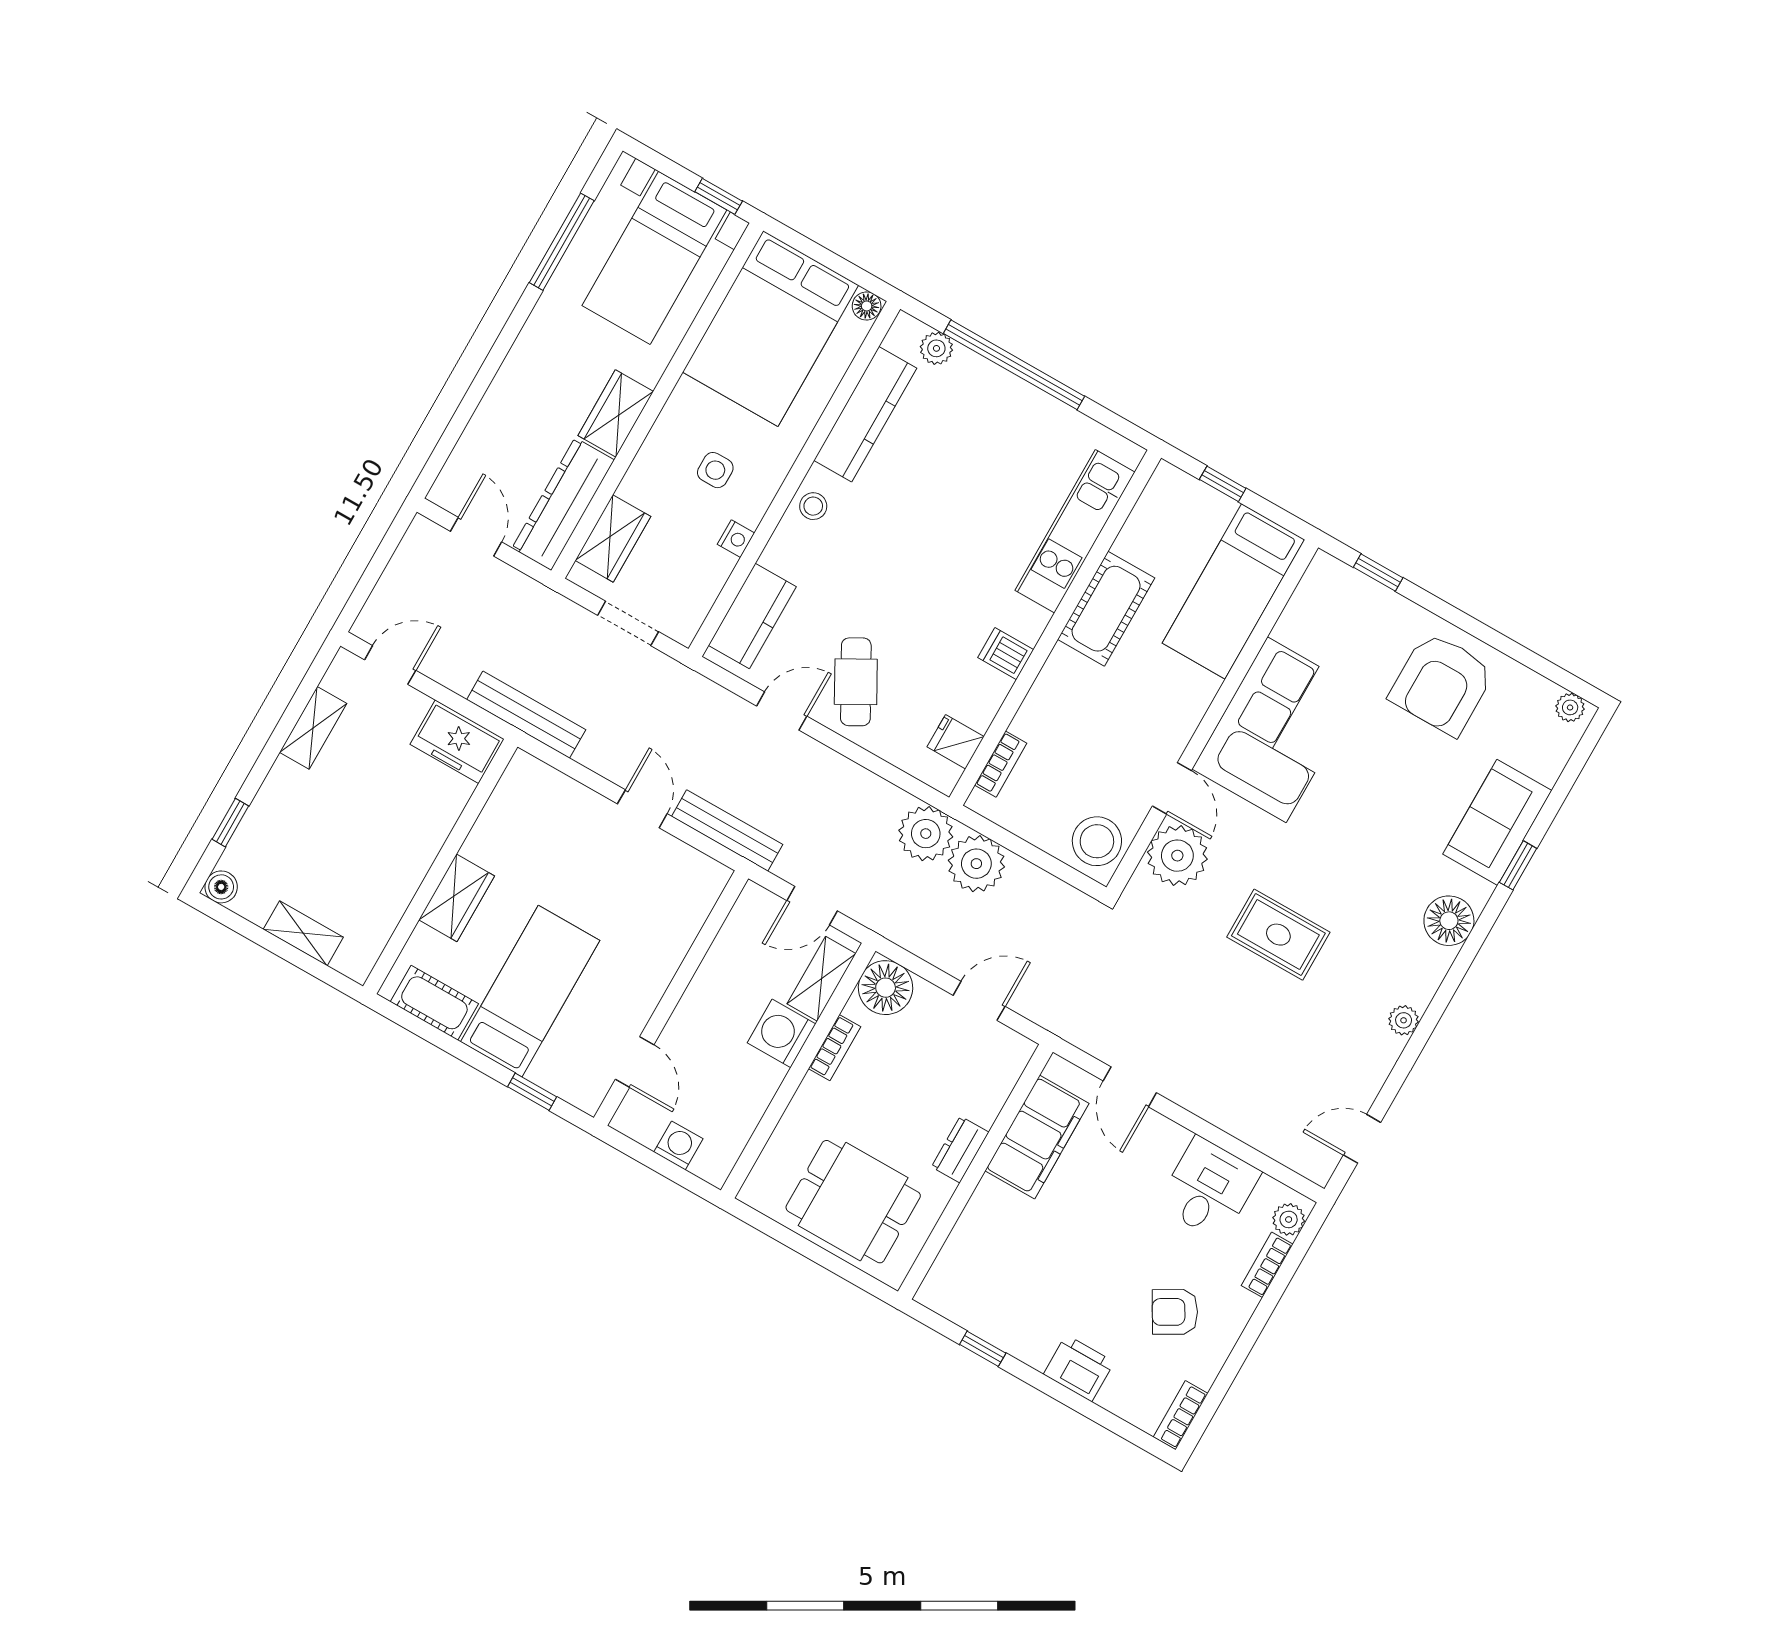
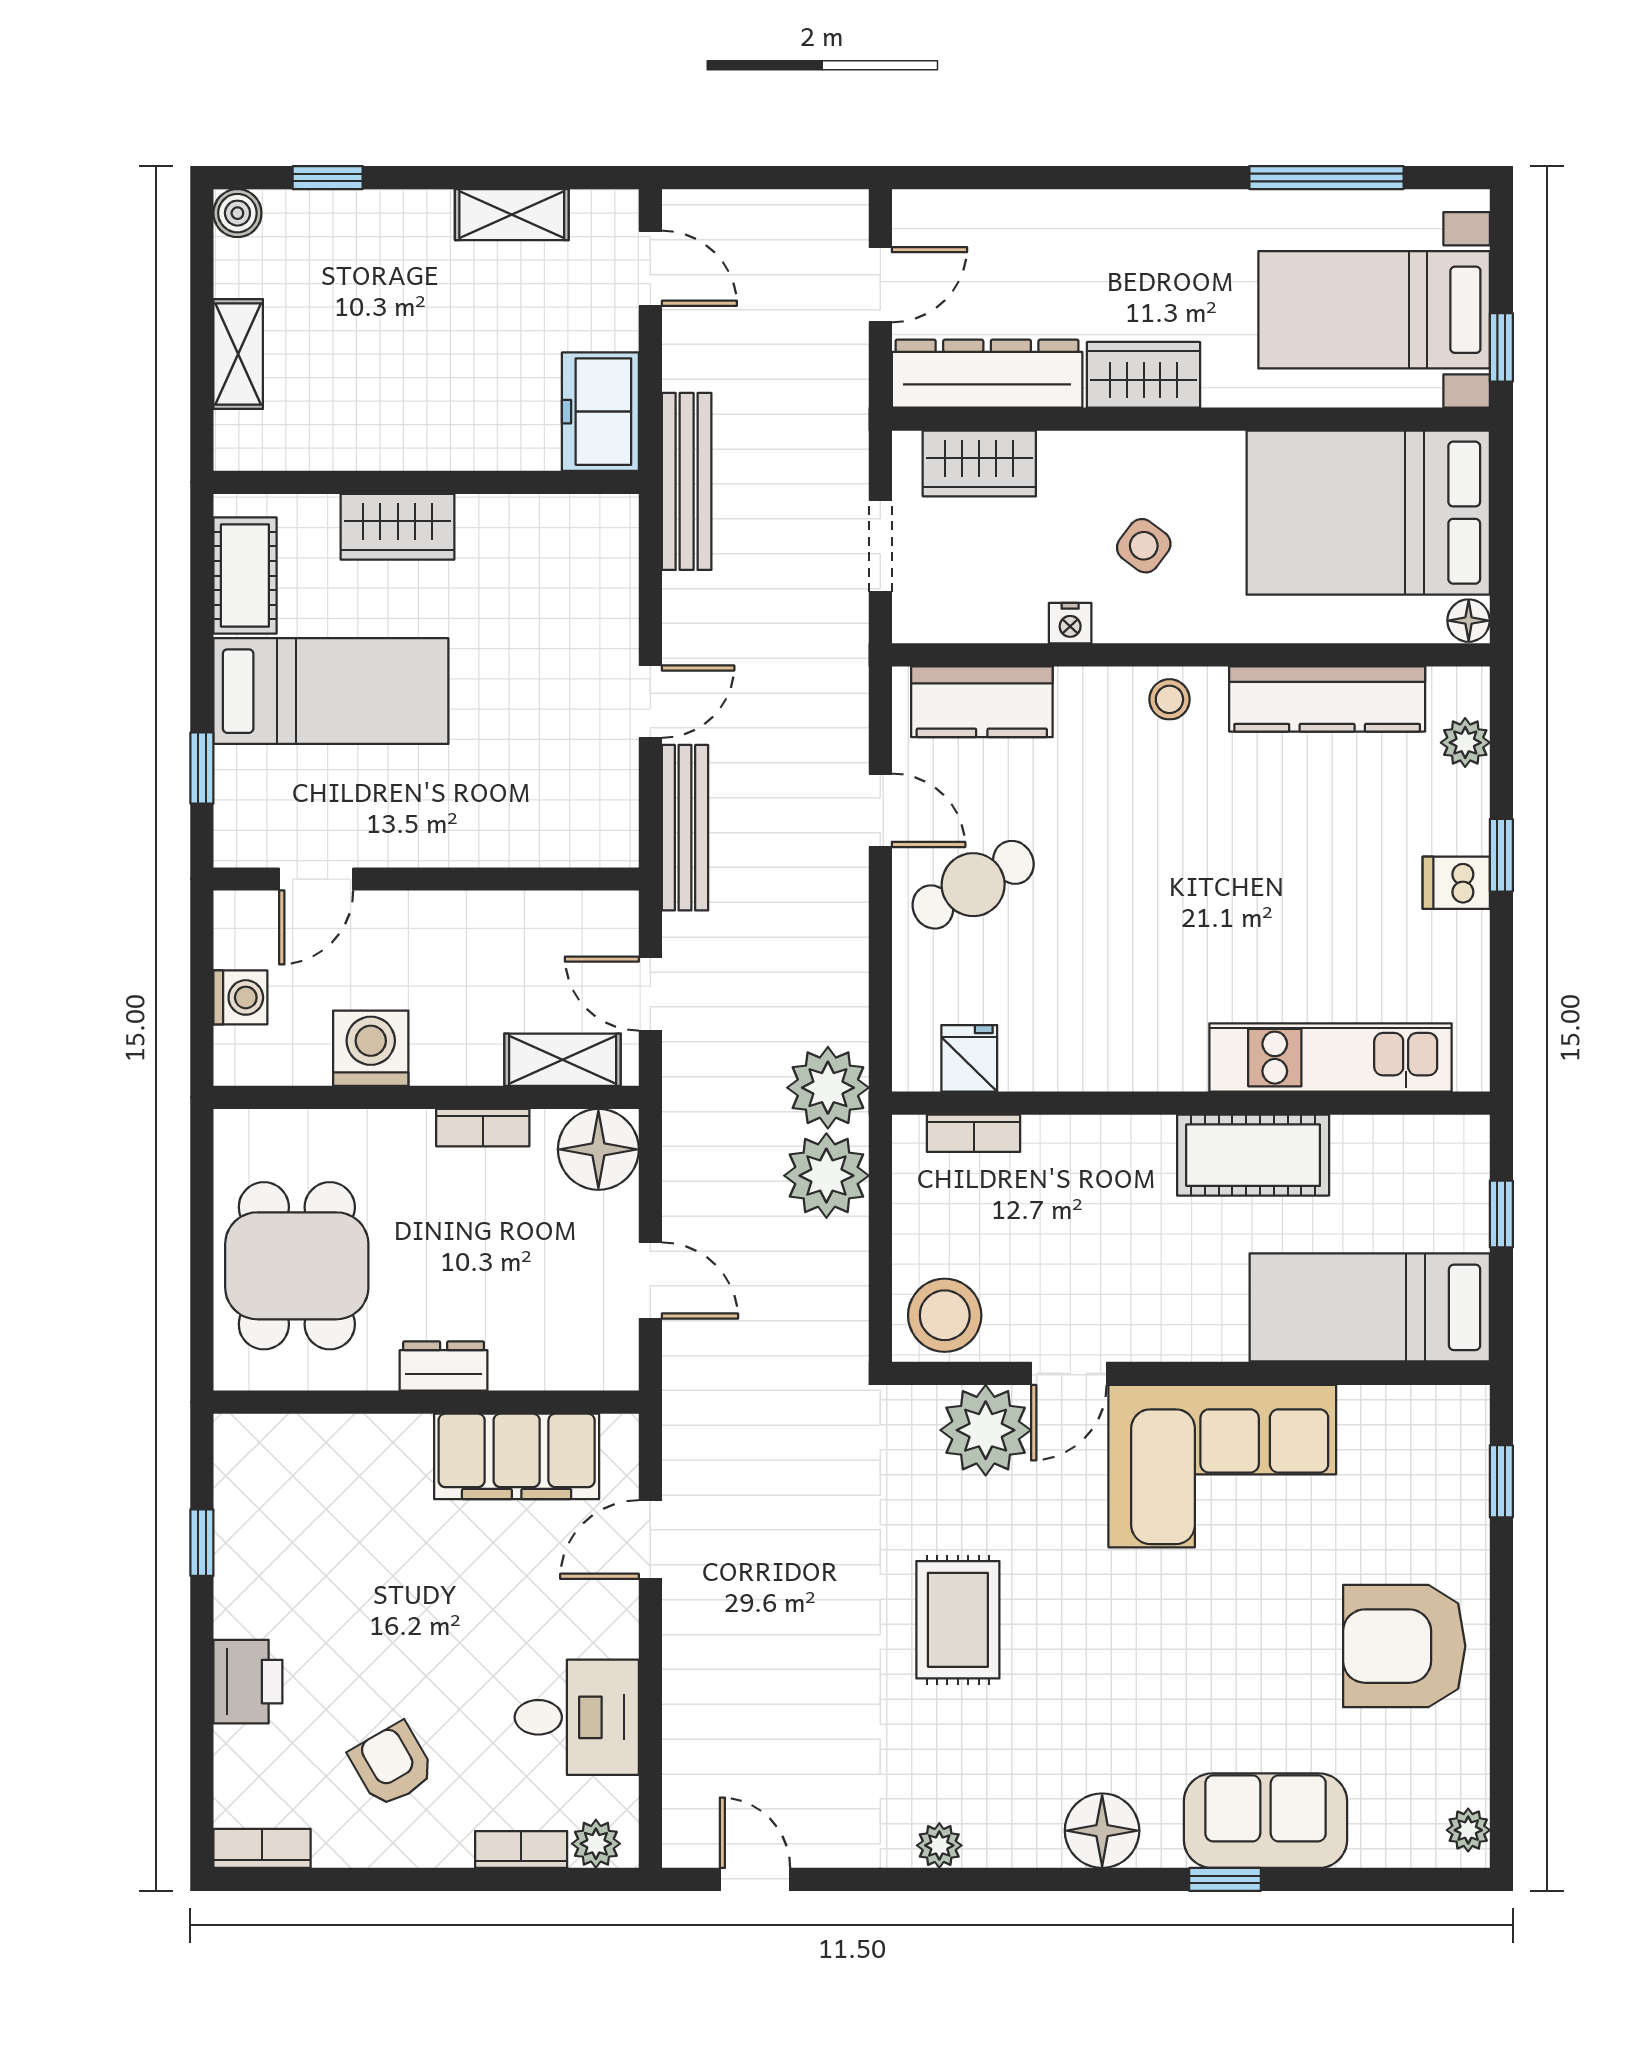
window: (1014, 365) -> (1501, 855), width x0.32
side table: (715, 470) -> (1144, 546), turned 37
dishwasher: (1006, 654) -> (1456, 883), moved, turned -90
washing machine: (781, 1033) -> (371, 1048), moved

